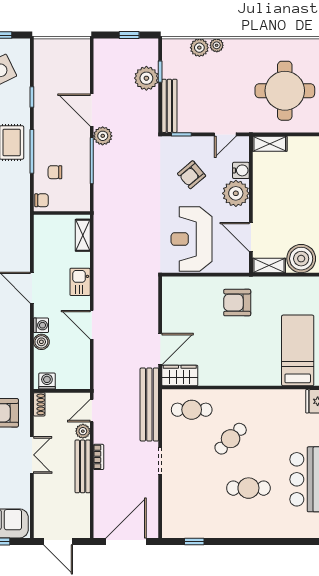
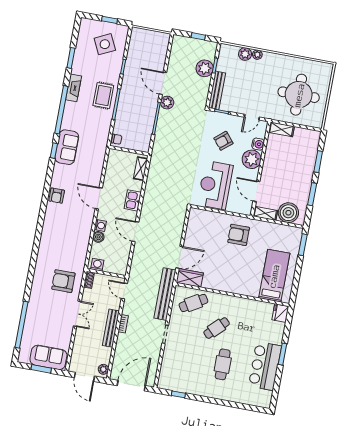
chair: (55, 172) -> (129, 122), removed
cafe table: (192, 410) -> (193, 303), turned -31
door: (92, 411) -> (124, 291), hinge flipped
plant: (83, 431) -> (103, 369), moved
cafe table: (248, 488) -> (223, 364), turned 90

